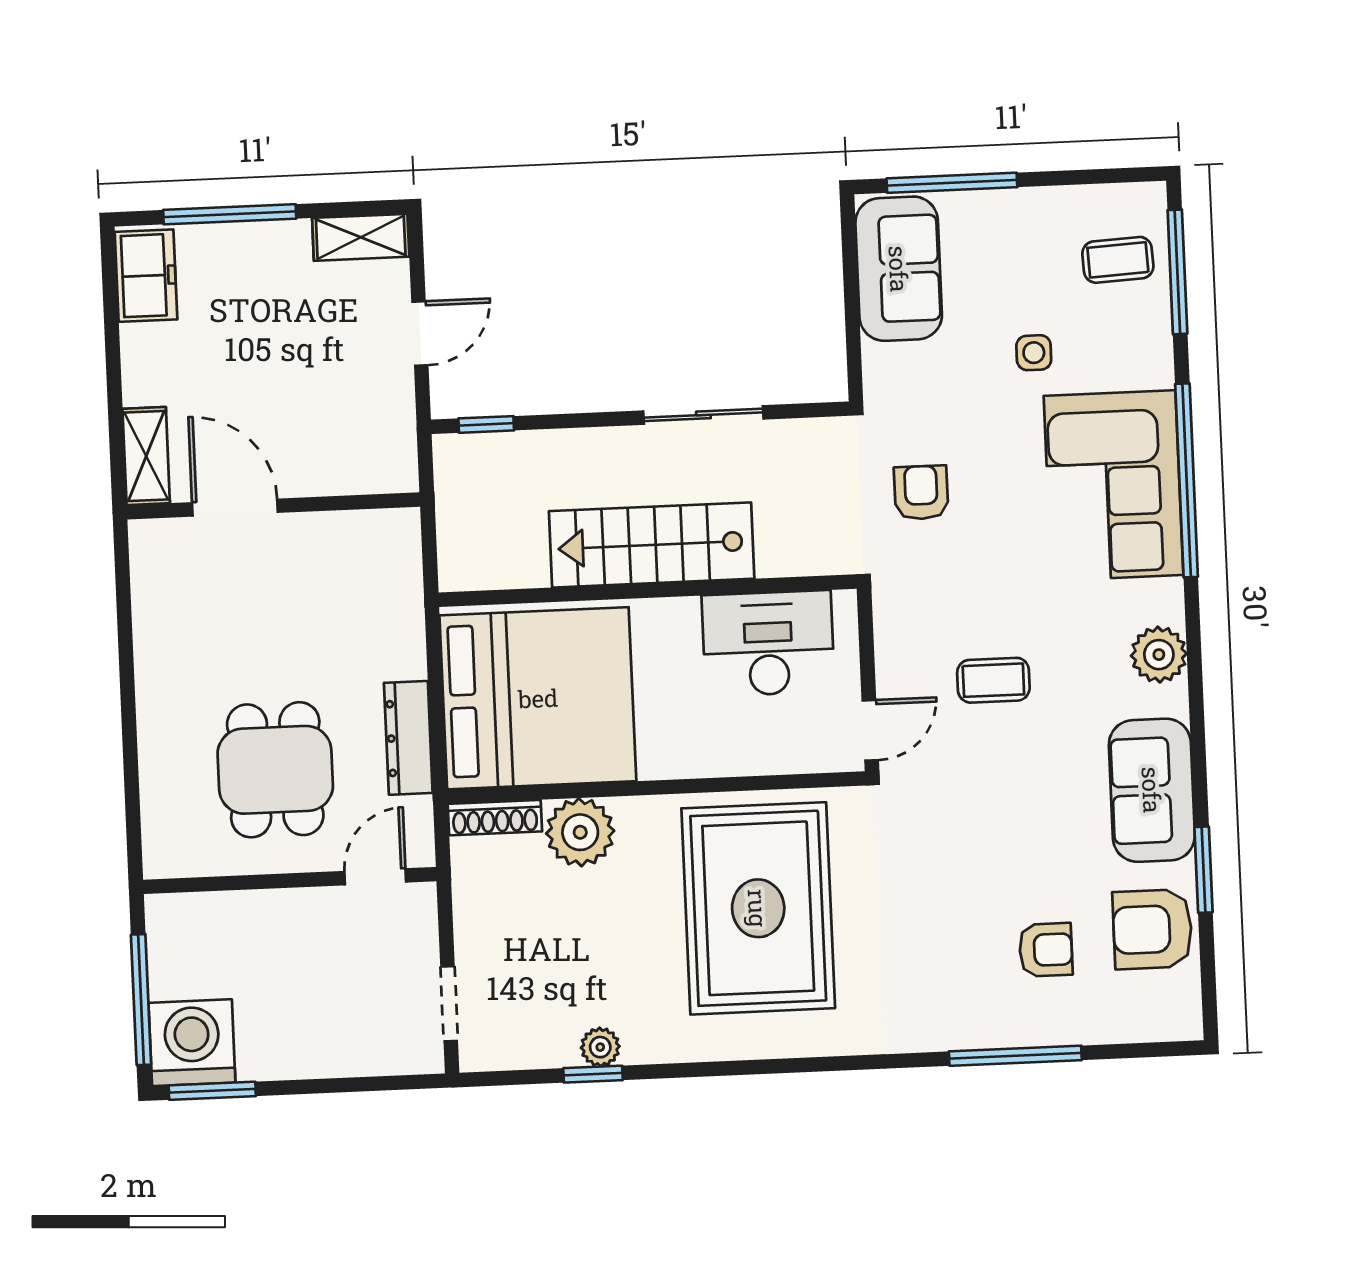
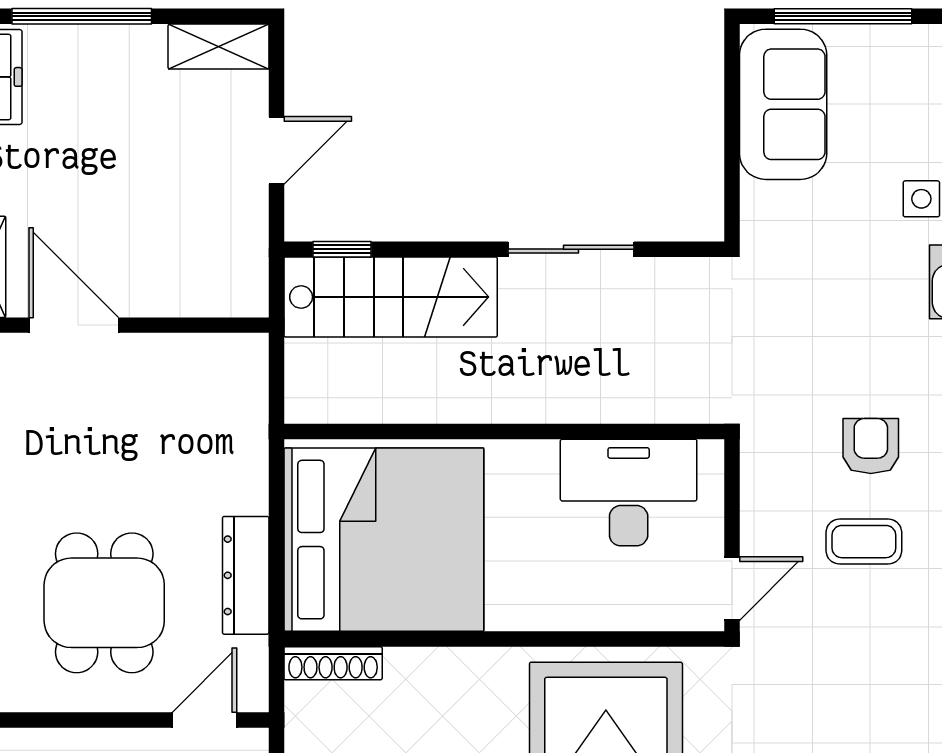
armchair: (921, 493) -> (871, 446), moved
stairs: (652, 545) -> (391, 297), moved, turned 180
plant: (580, 832) -> (422, 683), removed

